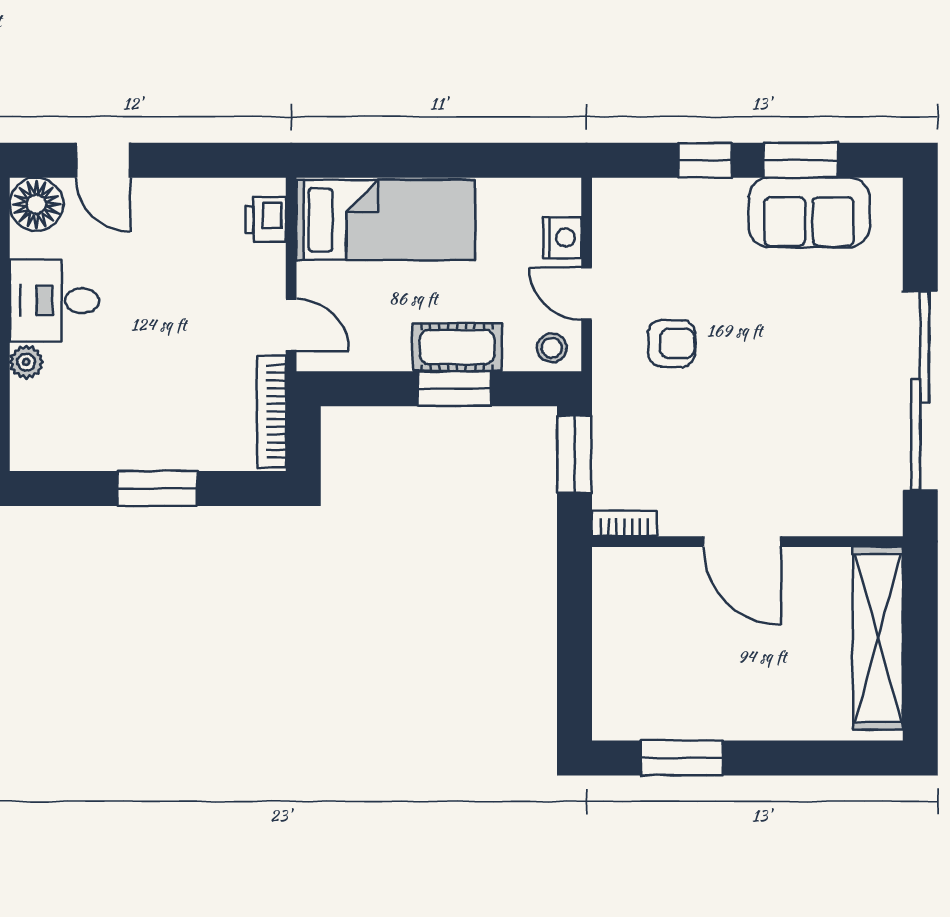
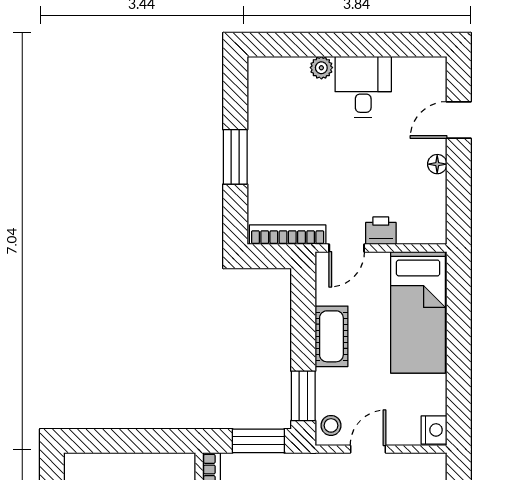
floor lamp: (36, 204) -> (437, 164), moved, width x0.53, depth x0.53
printer: (266, 220) -> (381, 231), moved
nightstand: (562, 238) -> (434, 430), moved, turned -90
cot: (457, 347) -> (331, 336), moved
window: (454, 389) -> (303, 396), moved

